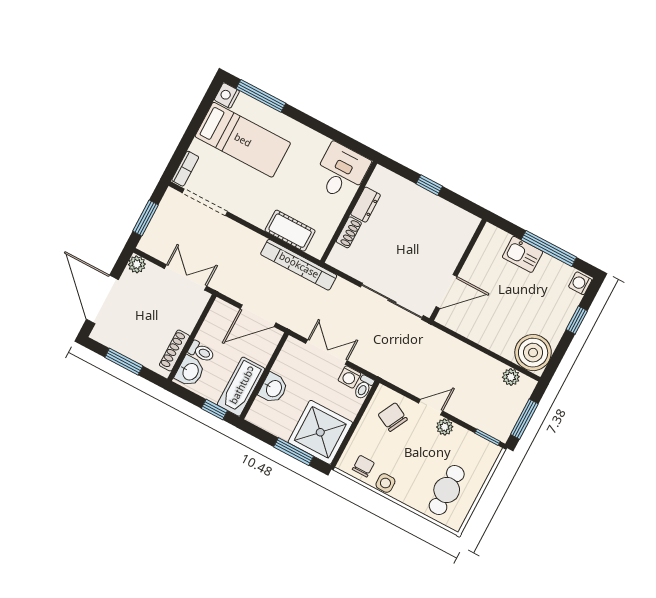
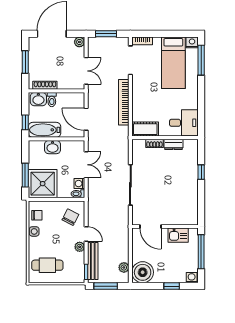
cot: (290, 231) -> (145, 129), moved, turned 90
kitchen sink: (523, 254) -> (178, 235), moved, turned -90
bookcase: (299, 265) -> (124, 102), moved
wall: (458, 270) -> (165, 227), moved
door: (446, 292) -> (151, 227), moved
bench: (476, 419) -> (93, 261), added

